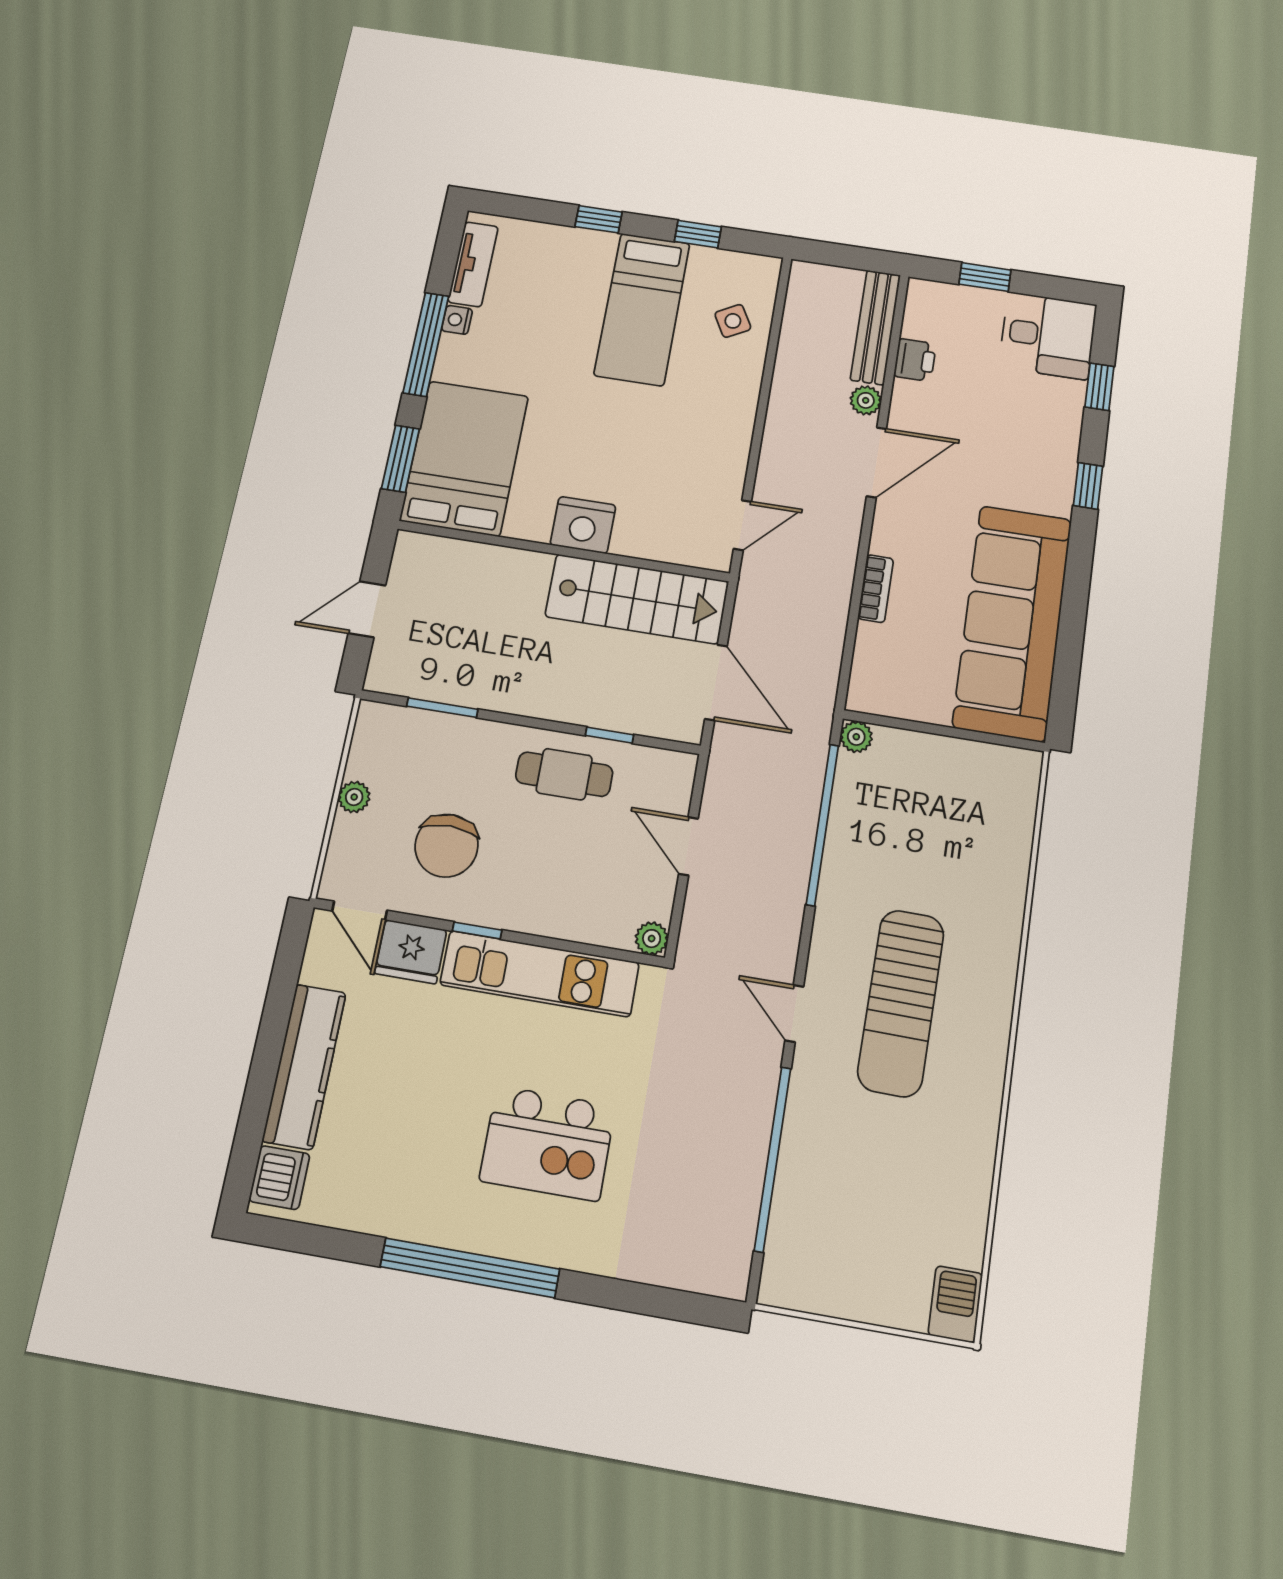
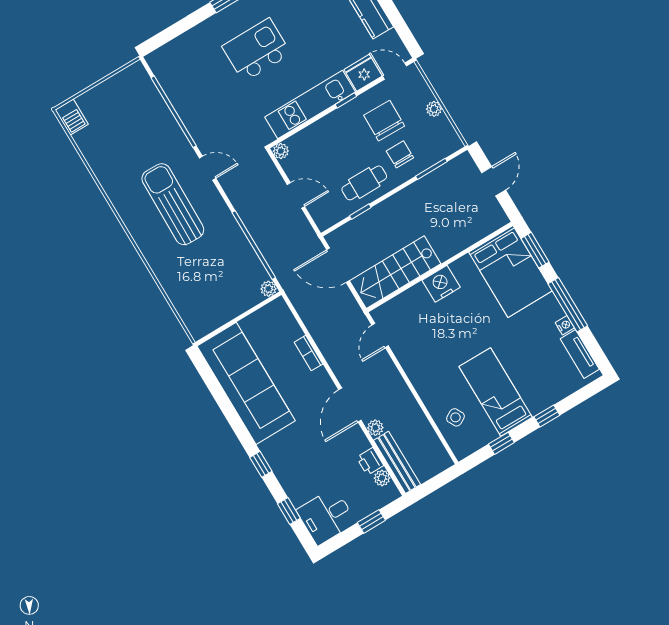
plant: (917, 323) -> (382, 478), added
chair: (470, 771) -> (400, 154), added

